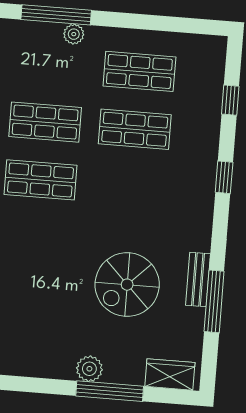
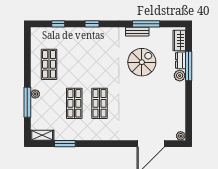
shop shelf: (135, 129) -> (74, 64), removed
spiral stairs: (127, 285) -> (142, 62), turned -90
dresser: (124, 374) -> (180, 60), added

